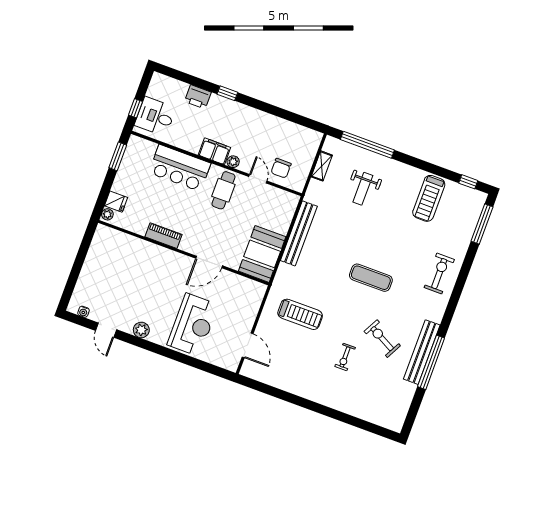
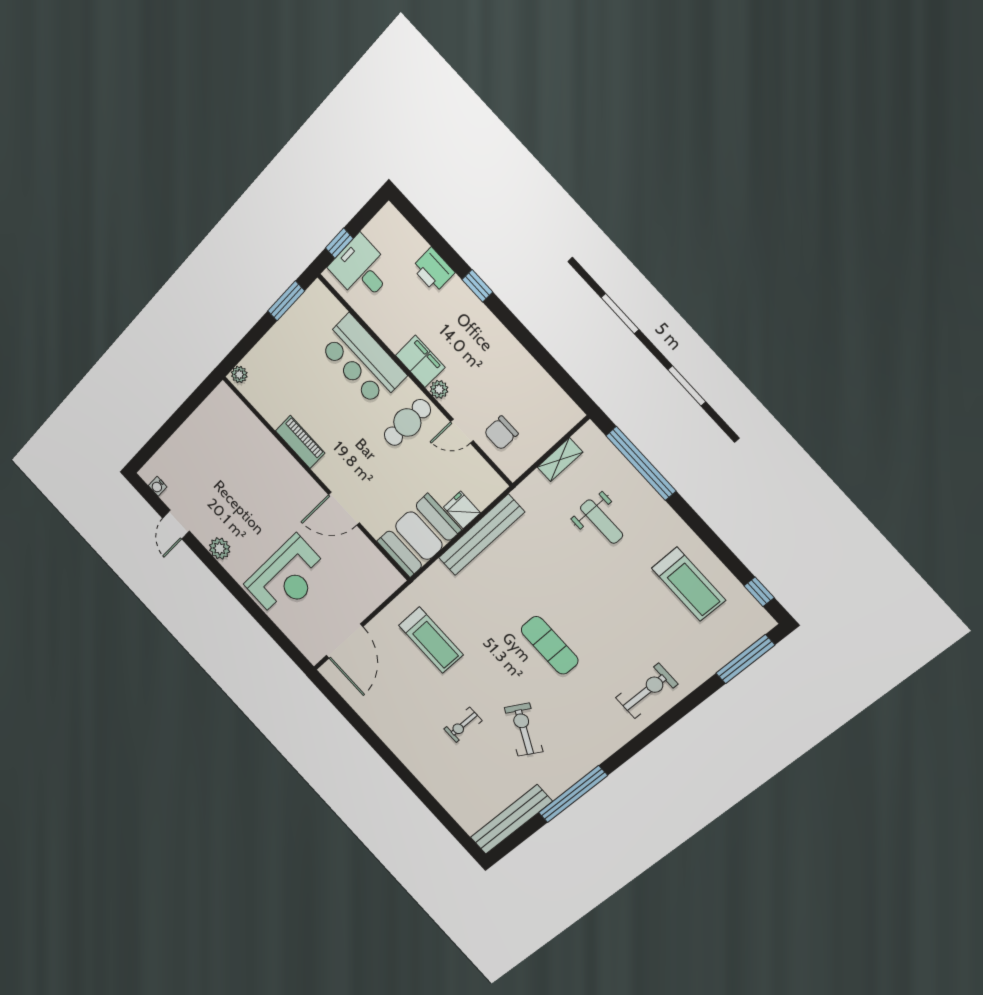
door: (258, 179) -> (462, 431), swing flipped
weight bench: (363, 189) -> (602, 522), turned -90
treadmill: (429, 198) -> (689, 584), turned -90
fridge: (116, 202) -> (462, 510), moved, turned 180
door: (248, 345) -> (345, 641), width x1.36
bench: (422, 352) -> (511, 820), moved

